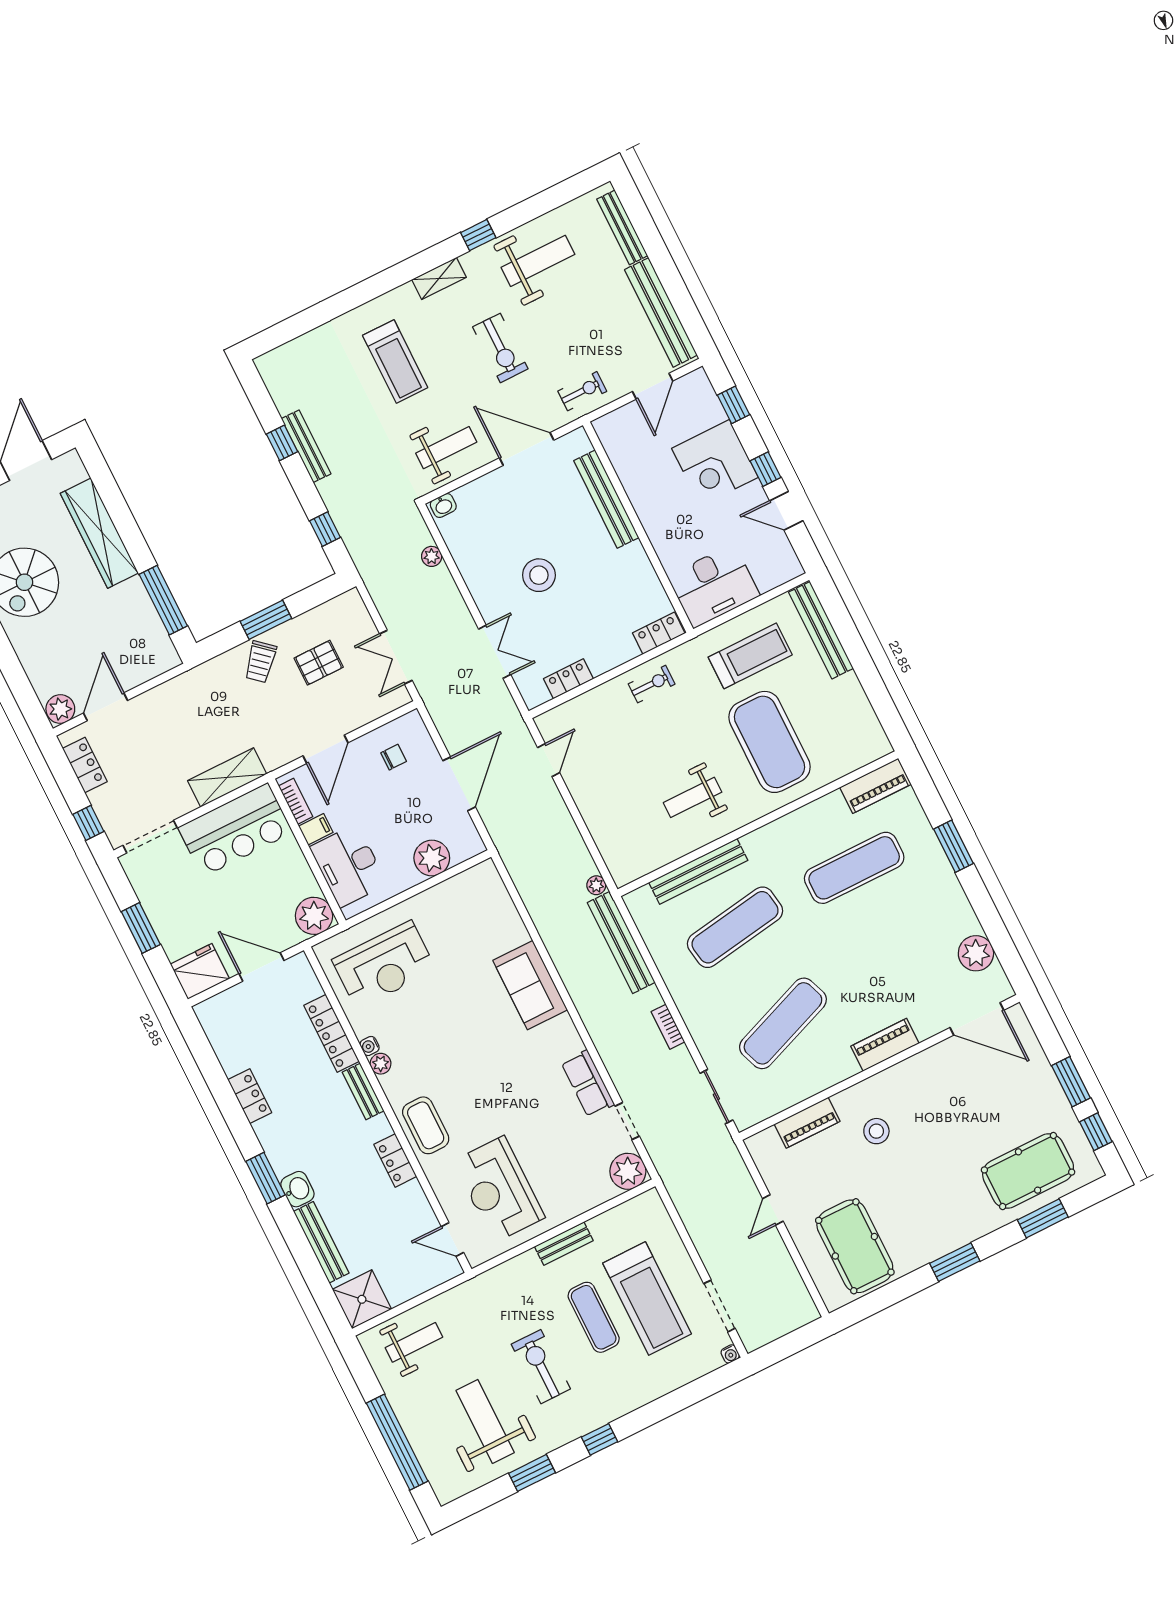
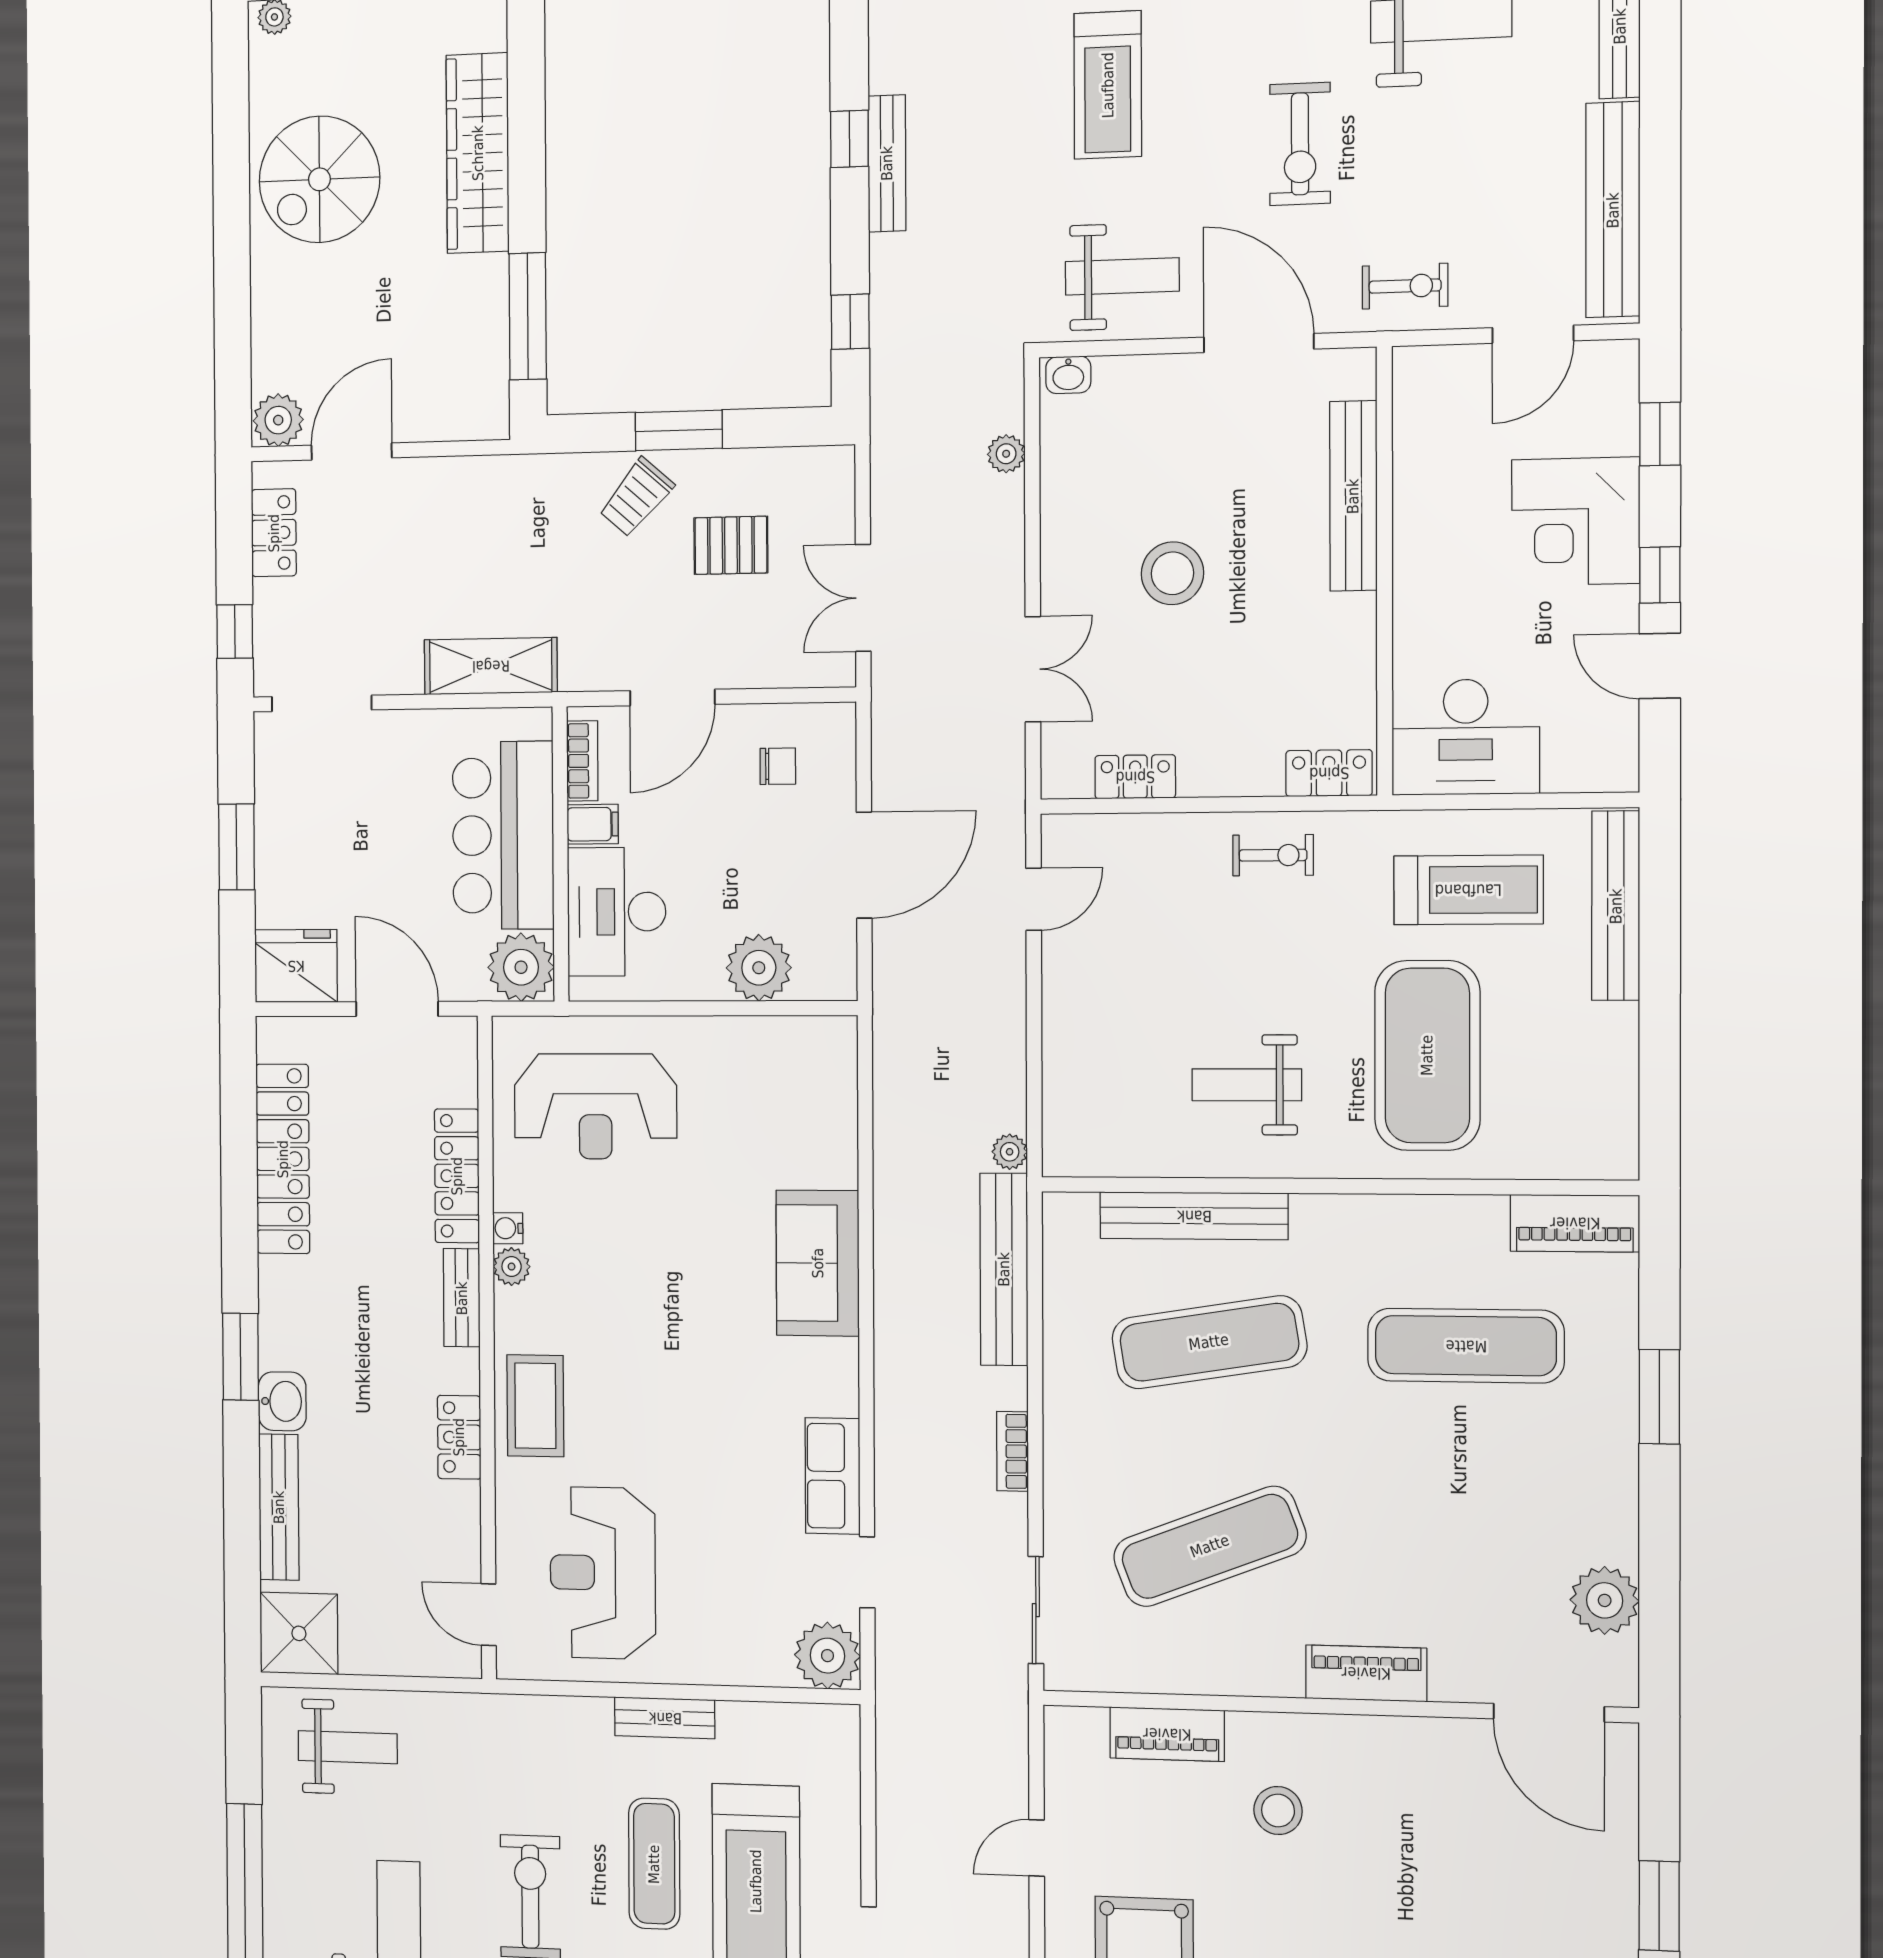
bar counter: (235, 830) -> (503, 835), moved, turned 90
locker: (250, 1096) -> (283, 1159), width x2.16, depth x1.21

